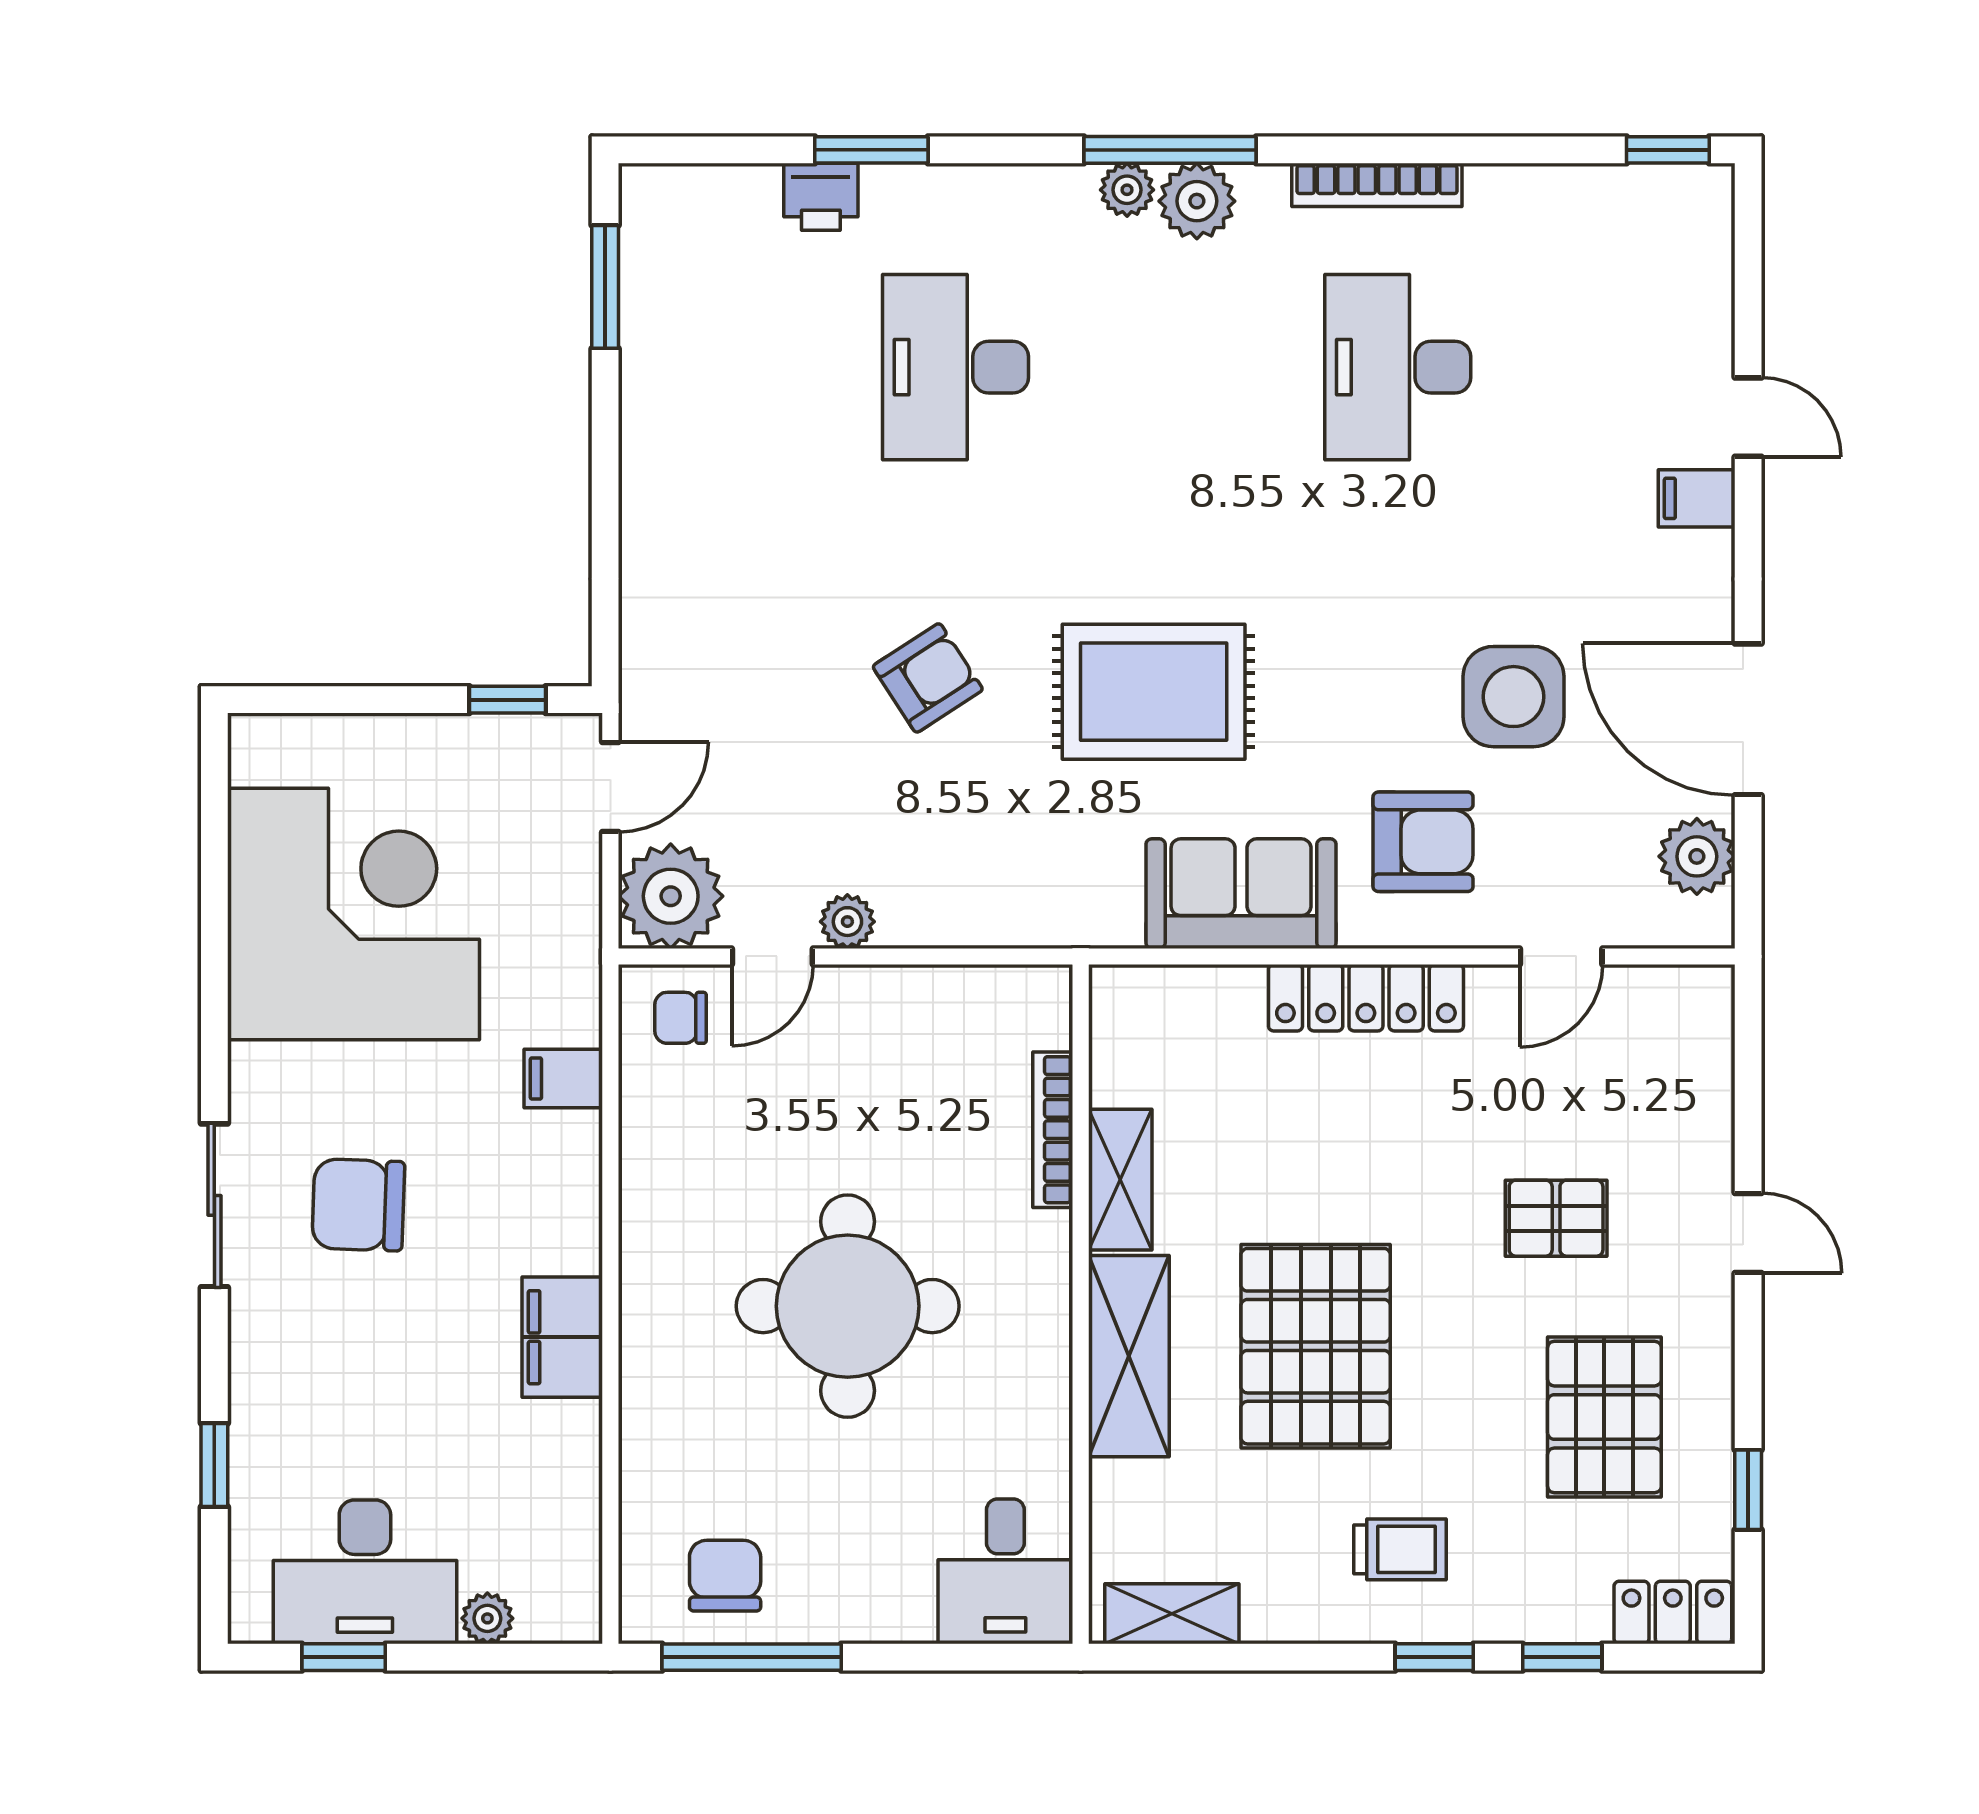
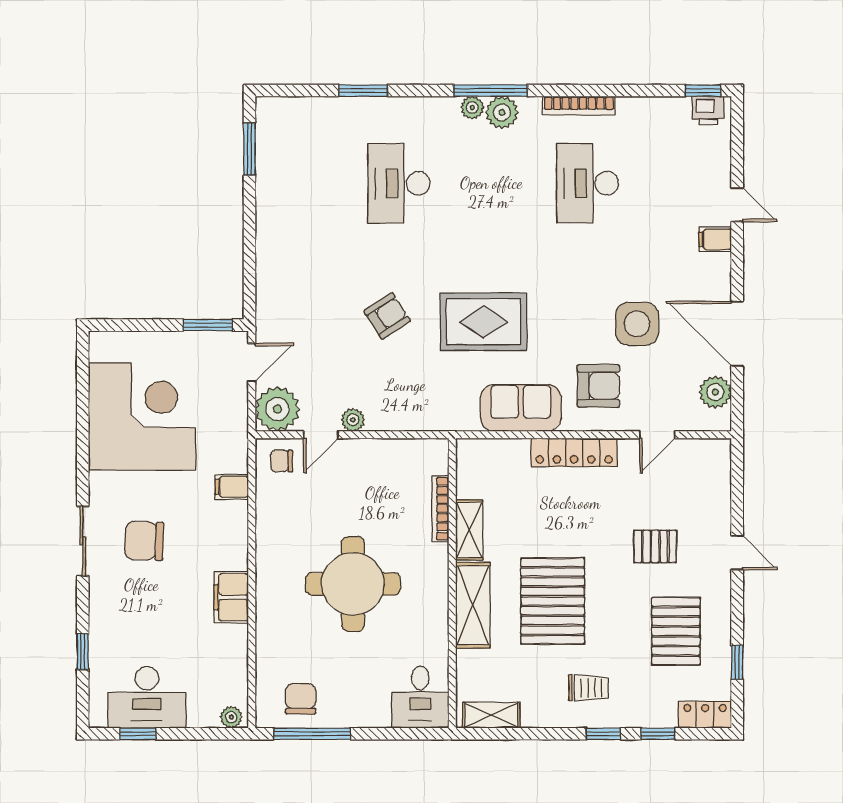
printer: (821, 197) -> (708, 111), moved
window: (508, 700) -> (208, 325), width x1.50
plant: (487, 1618) -> (231, 717), moved

